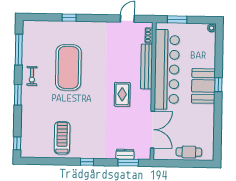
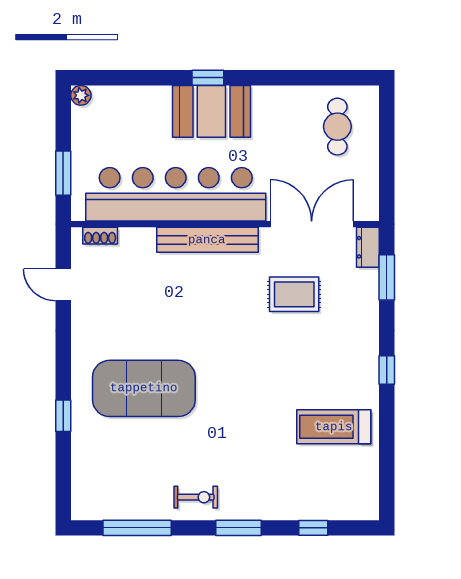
bench: (147, 66) -> (207, 240), moved
exercise mat: (68, 67) -> (144, 388), moved
rug: (122, 94) -> (294, 294), moved
window: (17, 143) -> (313, 528), moved
cafe table: (189, 152) -> (337, 127), moved
dresser: (125, 154) -> (368, 247), moved

